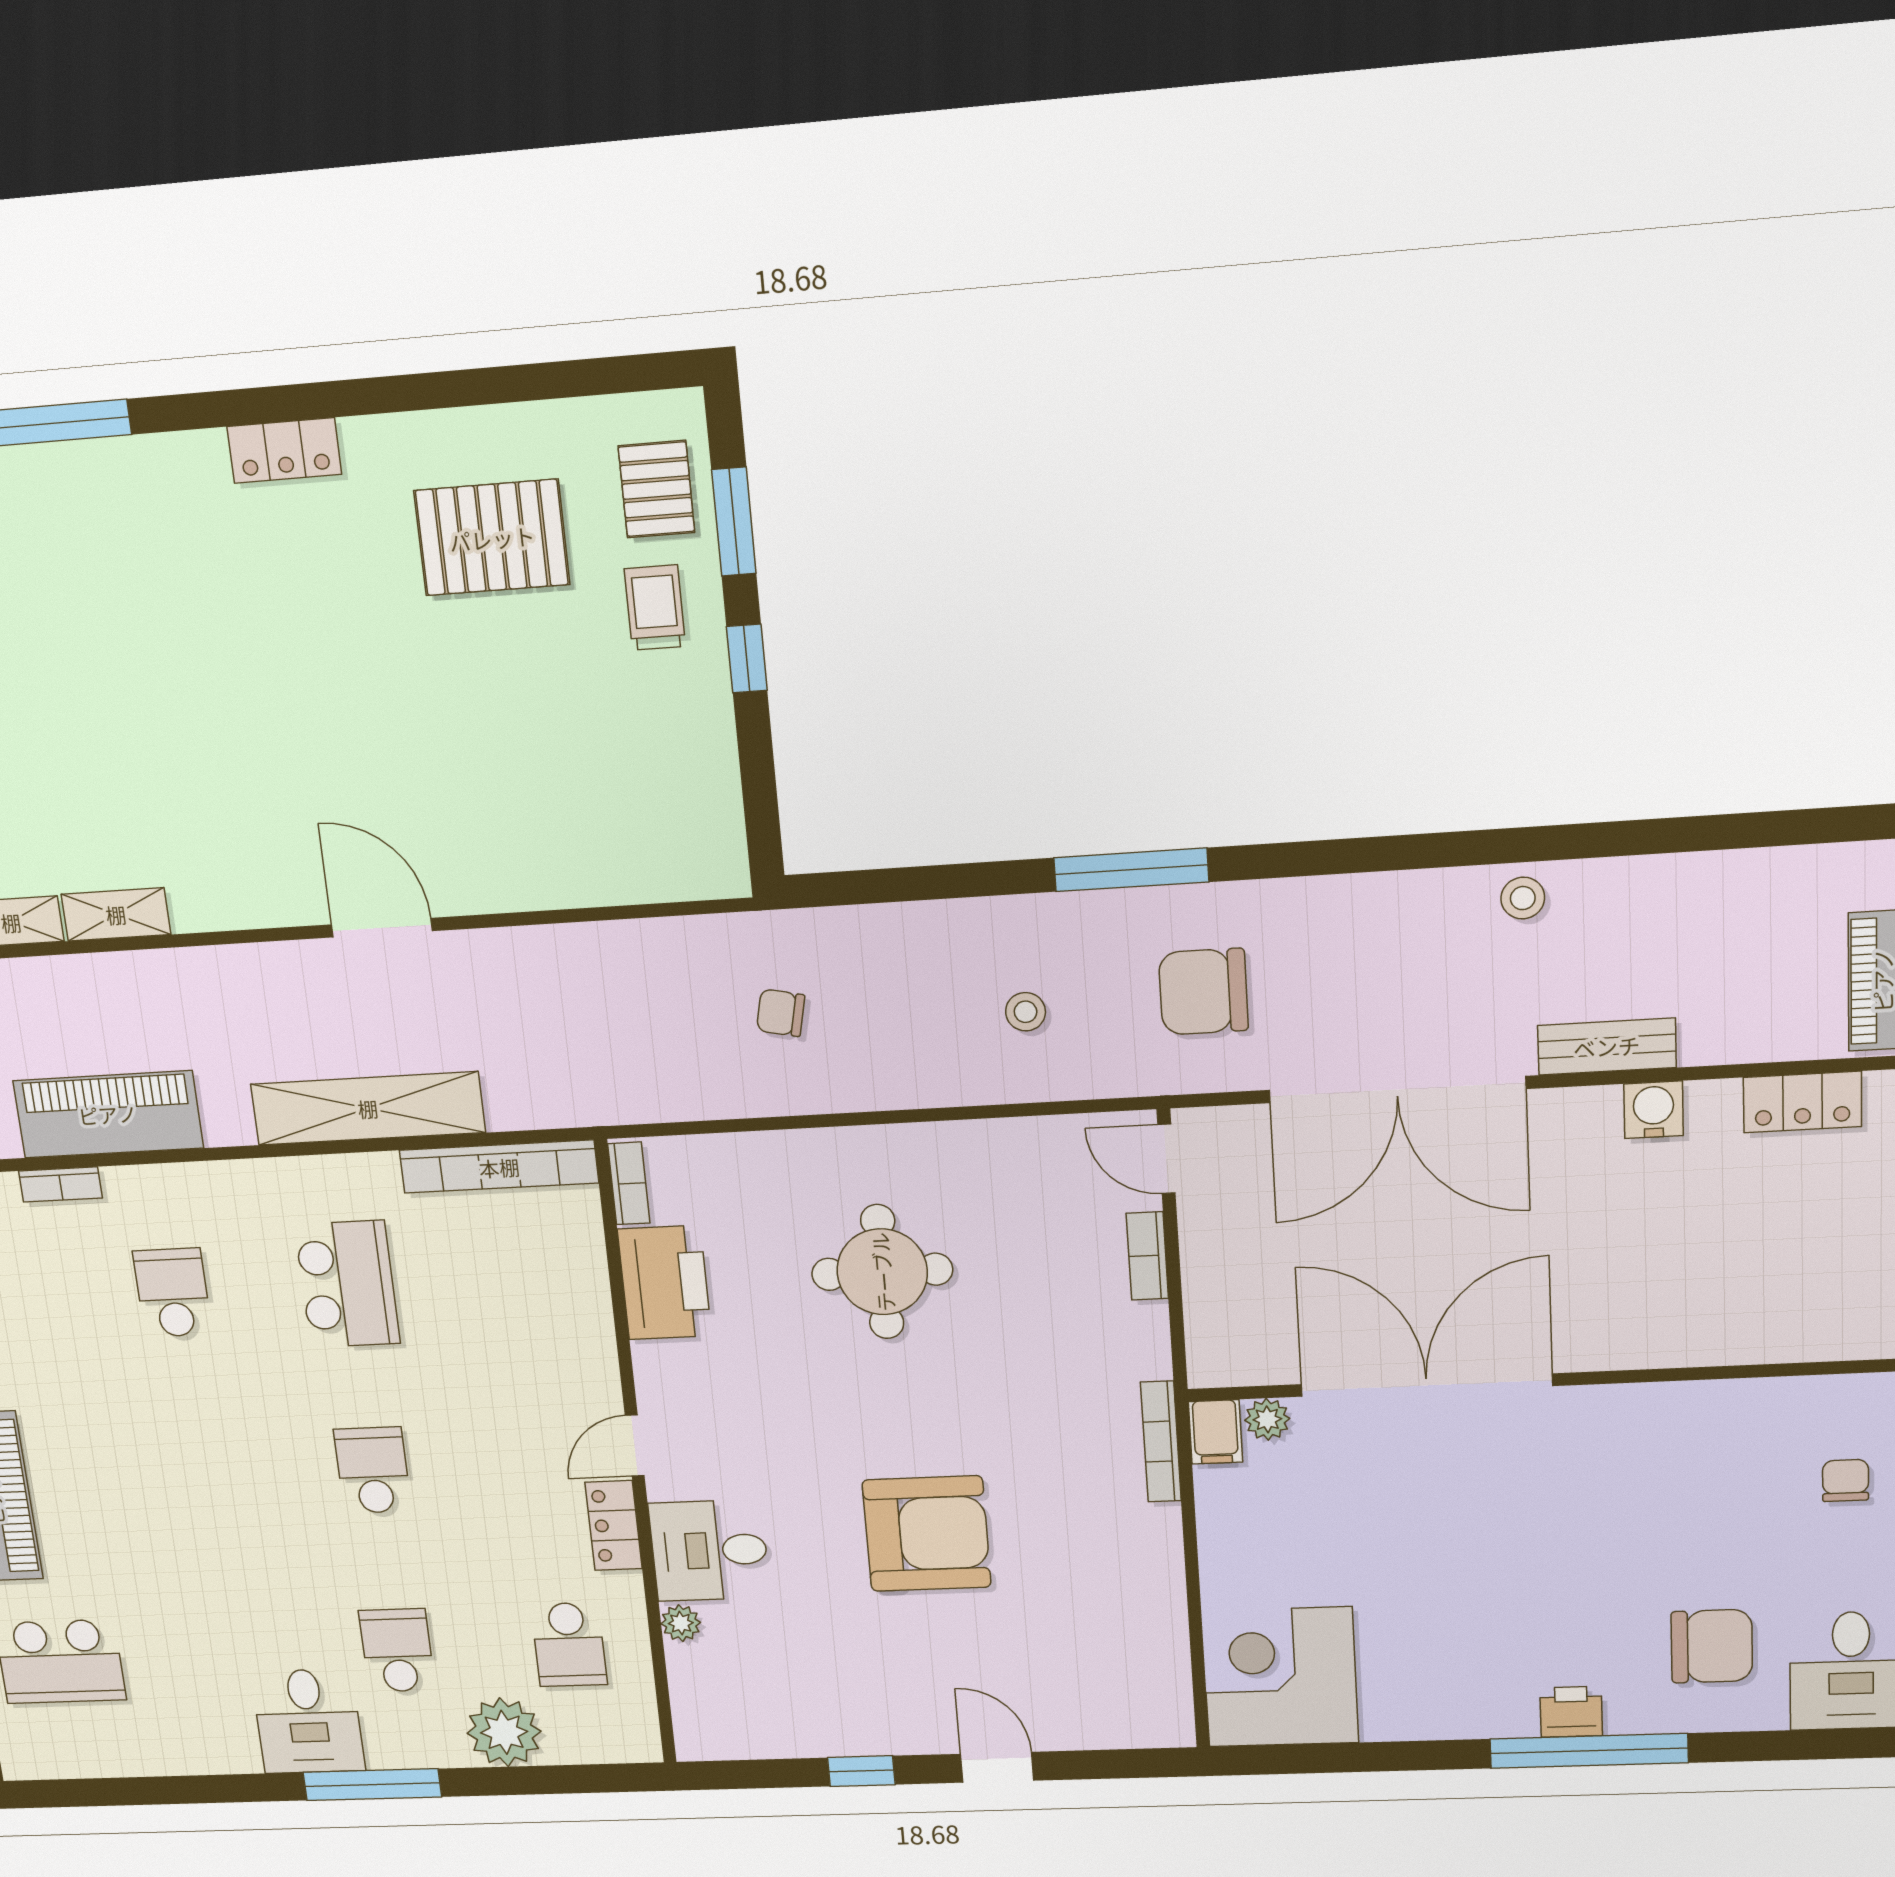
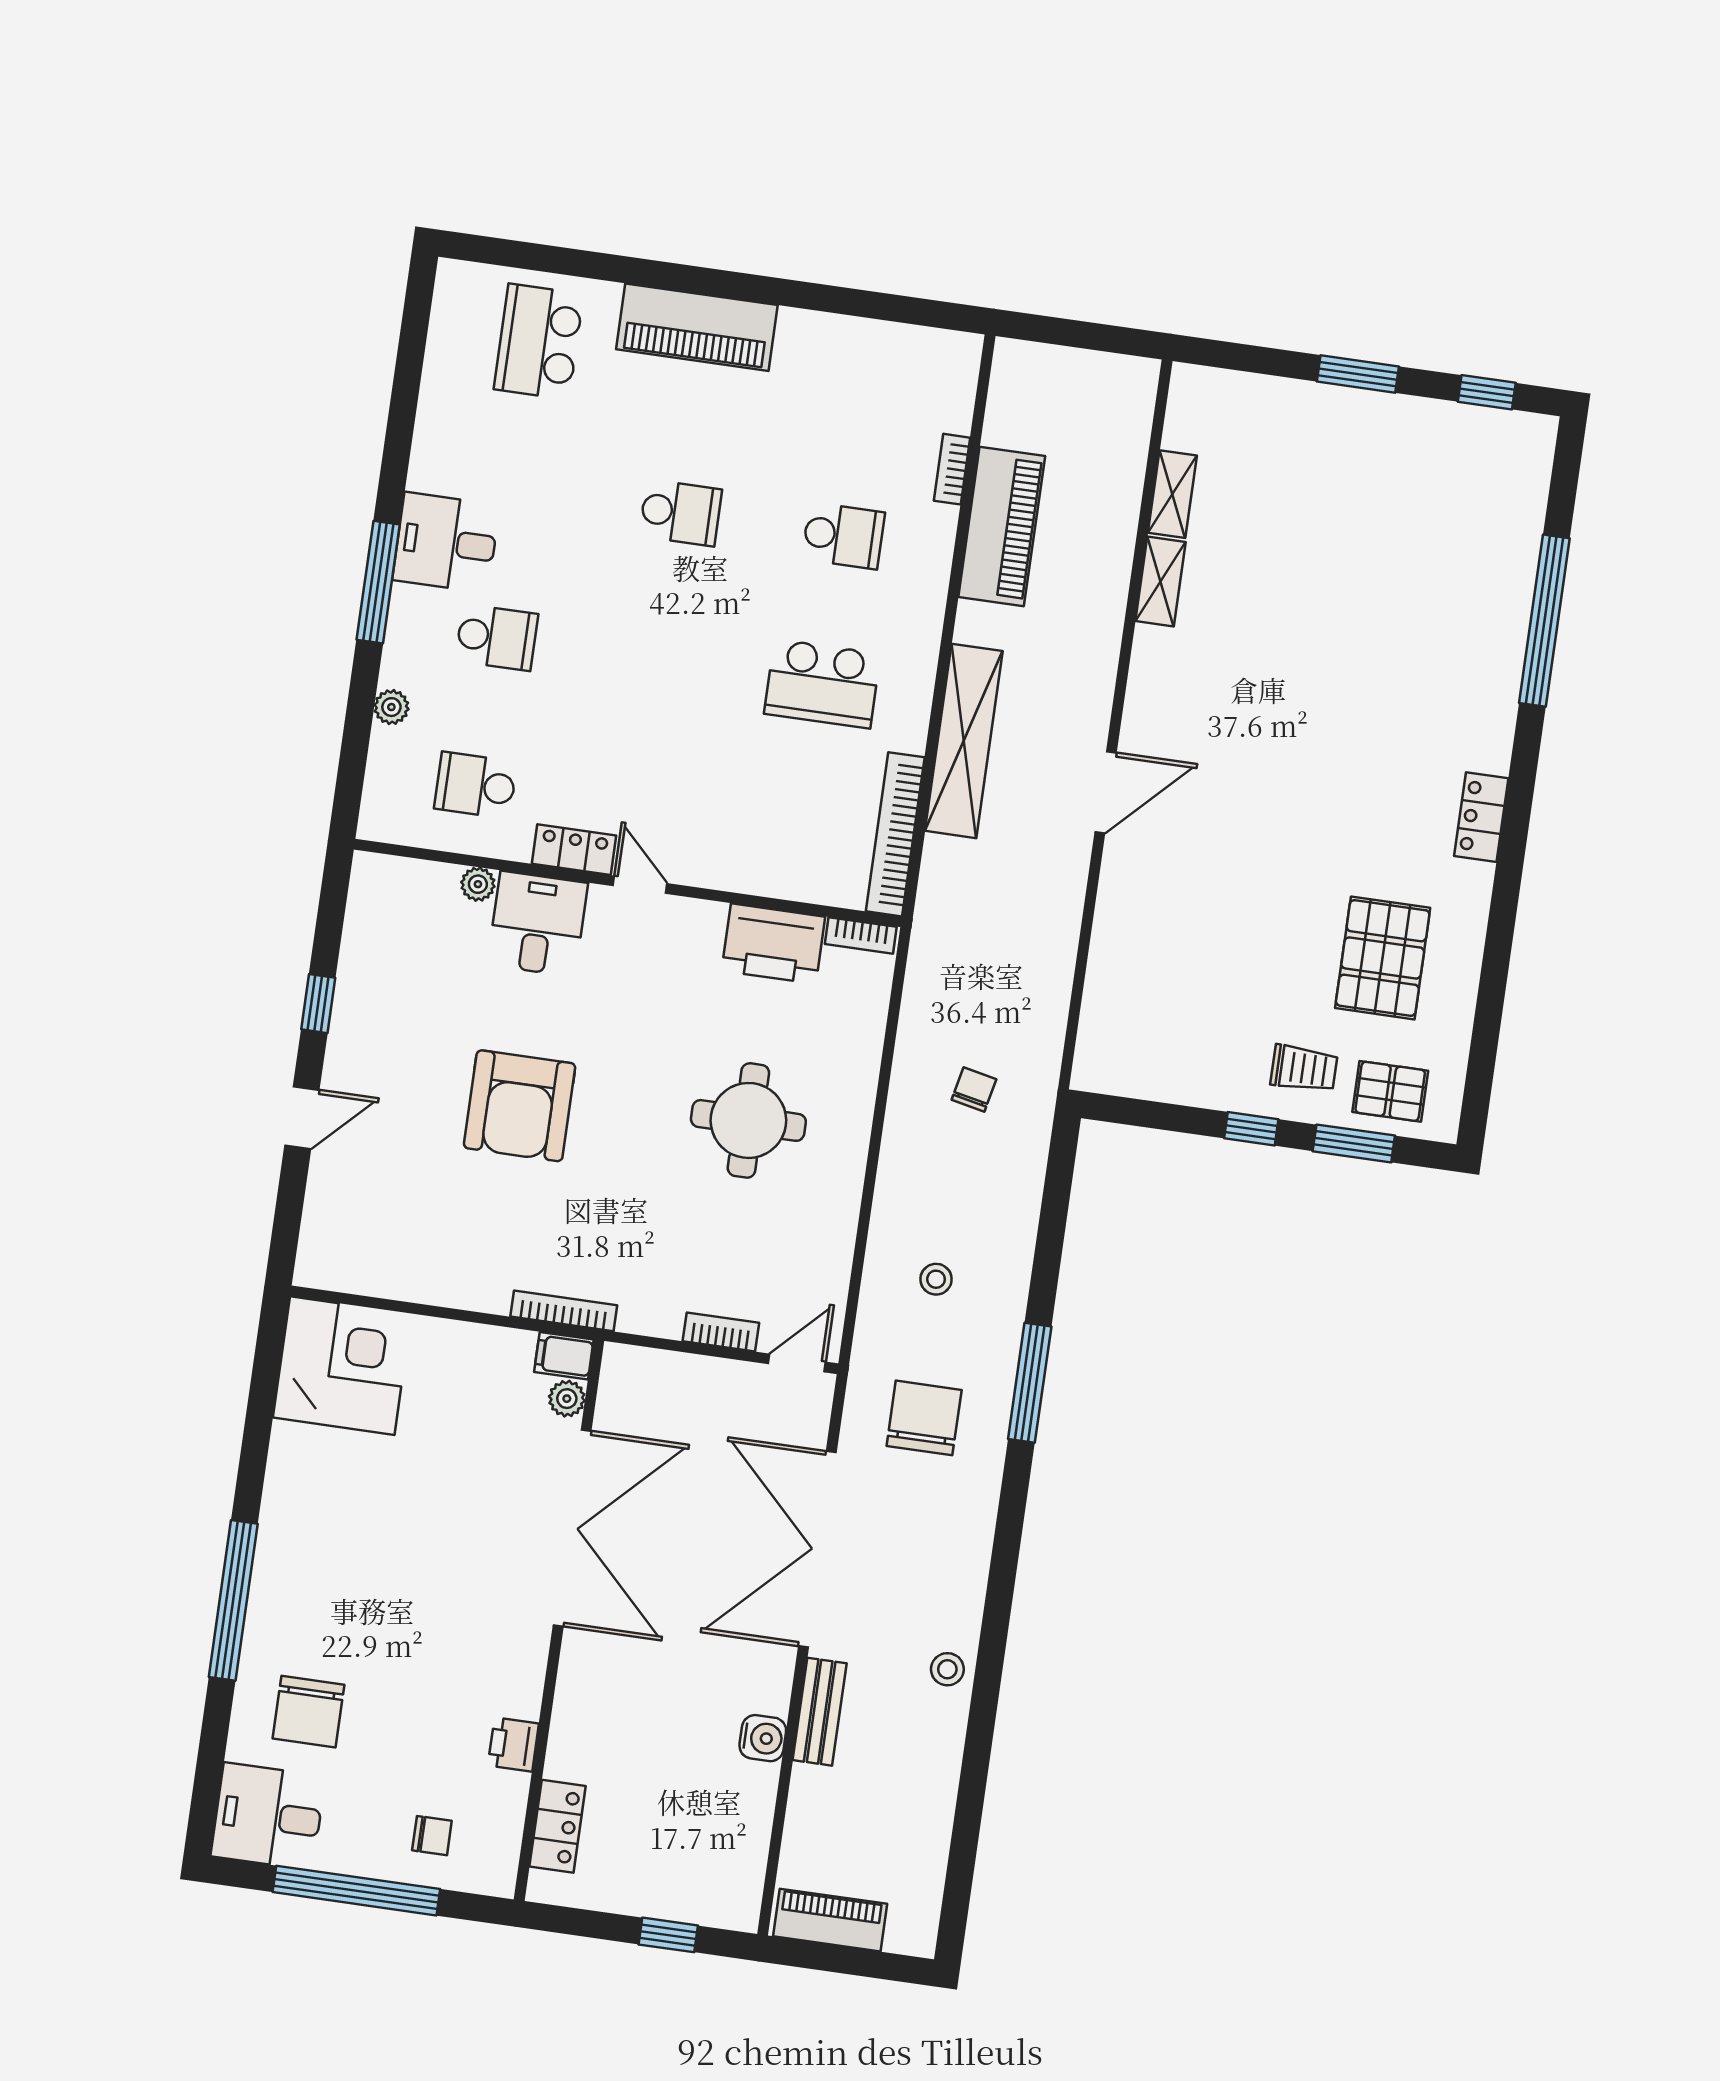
locker: (1802, 1102) -> (558, 1826), moved, turned 180
school desk: (373, 1470) -> (681, 513), moved
printer: (1571, 1712) -> (513, 1745), moved, turned 180
plant: (504, 1732) -> (391, 707), width x0.53, depth x0.53

